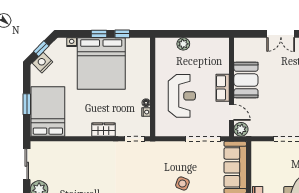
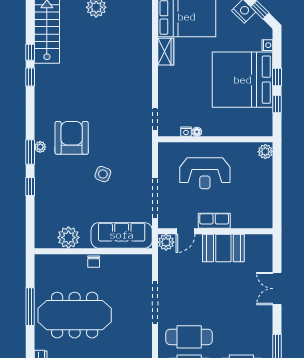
plant: (183, 44) -> (265, 152), moved
wardrobe: (104, 130) -> (166, 52), moved

